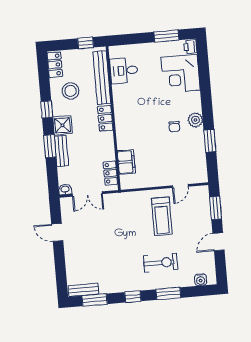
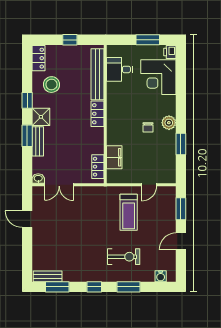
desk: (124, 71) -> (119, 69), moved
bench: (102, 78) -> (98, 74), moved
locker: (105, 118) -> (98, 114), moved
wall: (113, 118) -> (105, 114), moved
filing cabinet: (126, 162) -> (114, 157), moved
locker: (110, 173) -> (98, 167), moved

